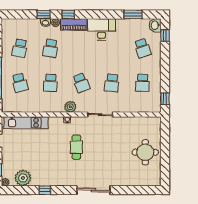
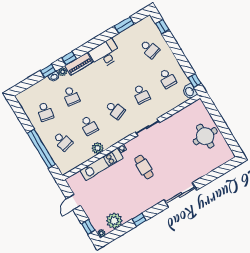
washbasin: (155, 25) -> (190, 91), moved
plant: (70, 107) -> (98, 148), moved
kitchen unit: (26, 123) -> (102, 164), moved

